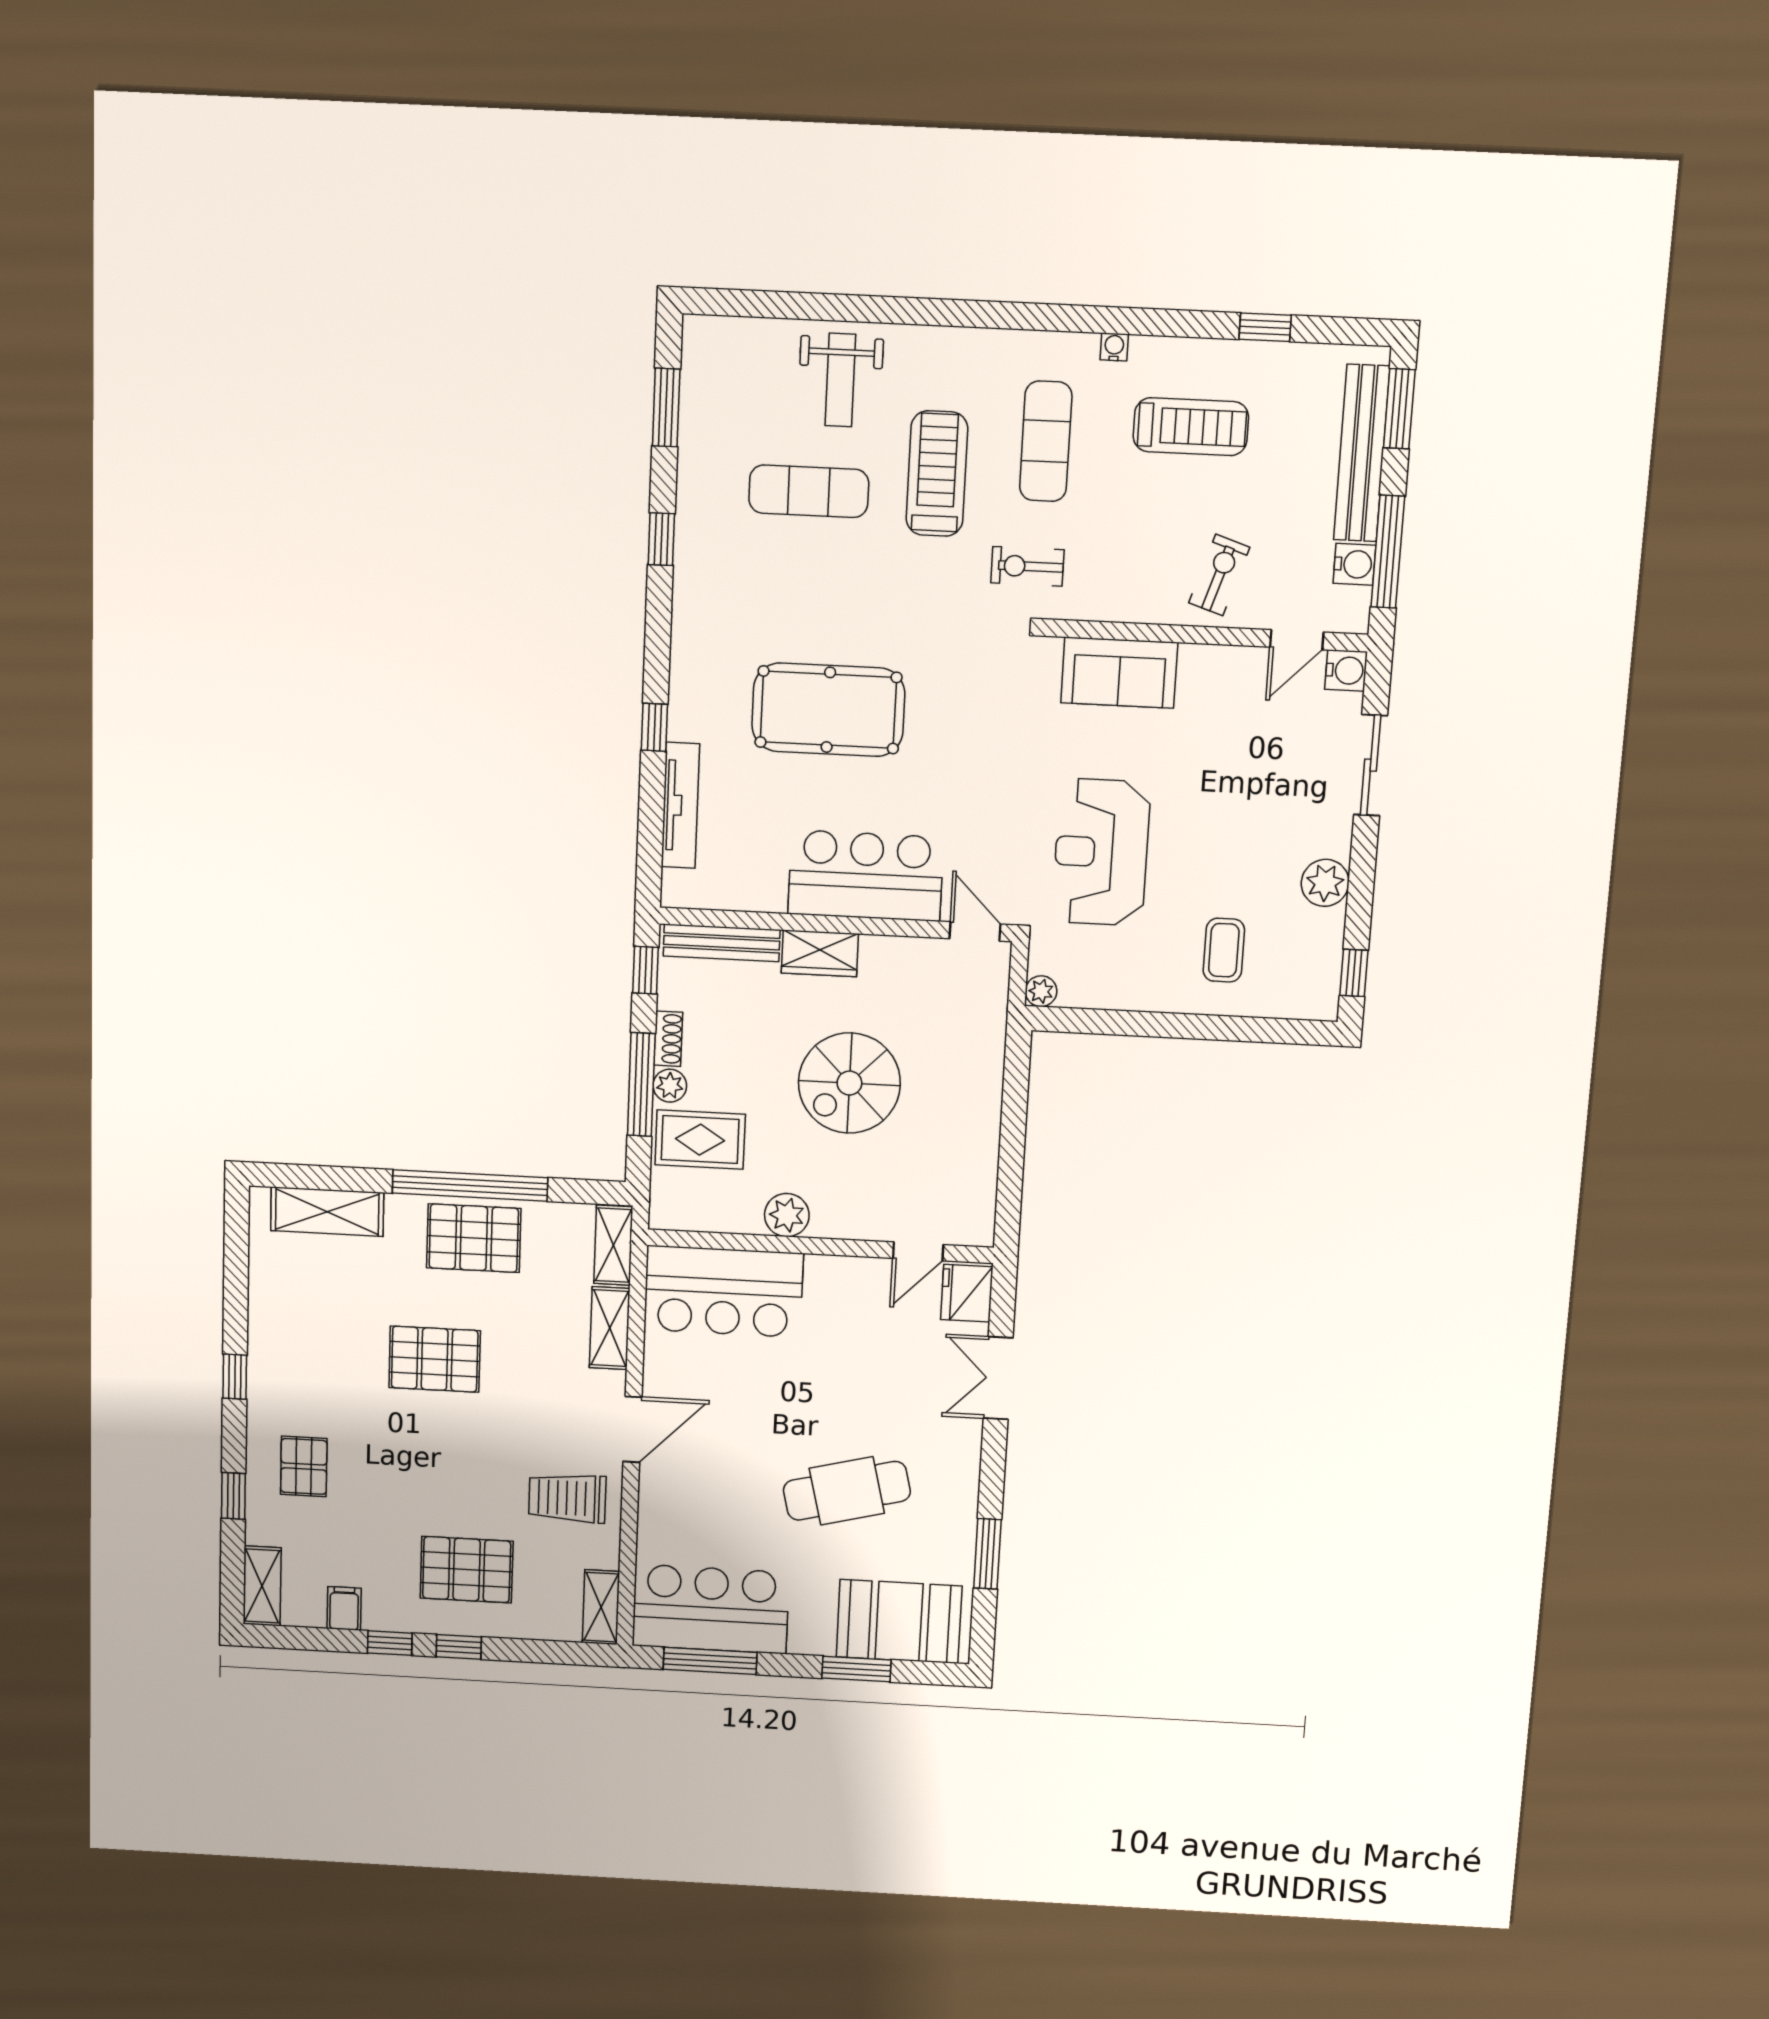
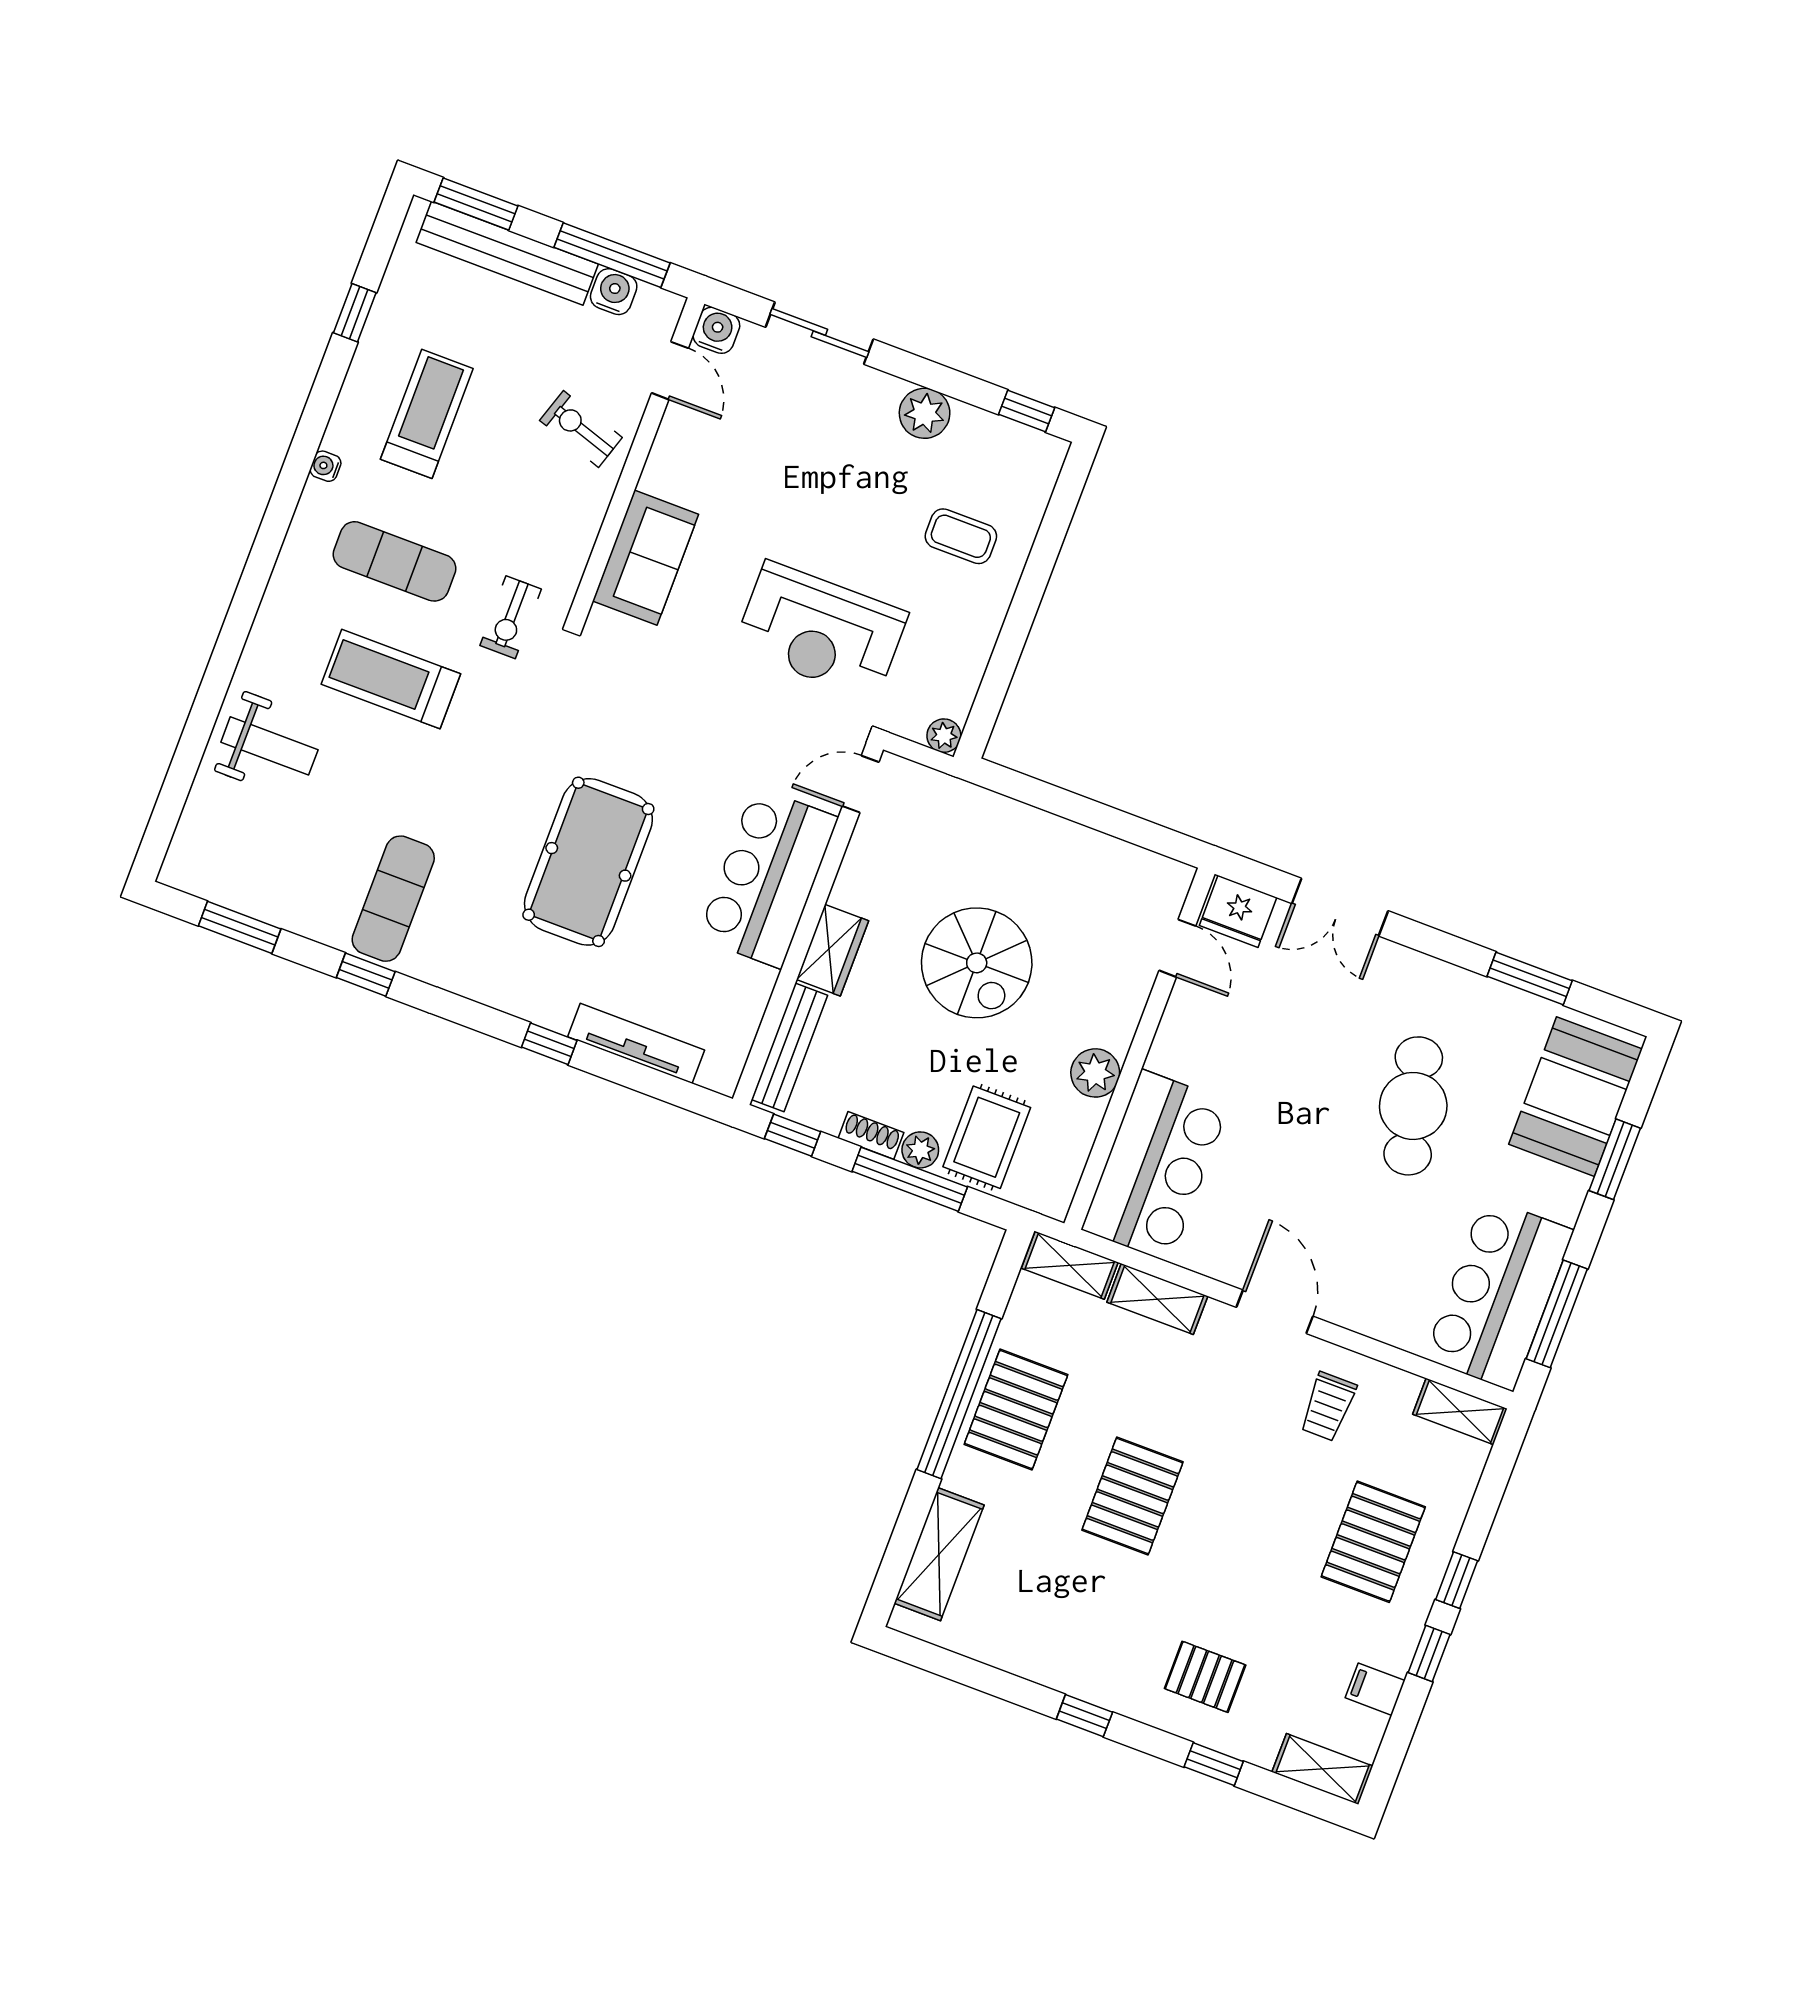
exercise mat: (809, 491) -> (393, 899), moved
trolley: (567, 1498) -> (1328, 1407), width x0.73, depth x0.72

